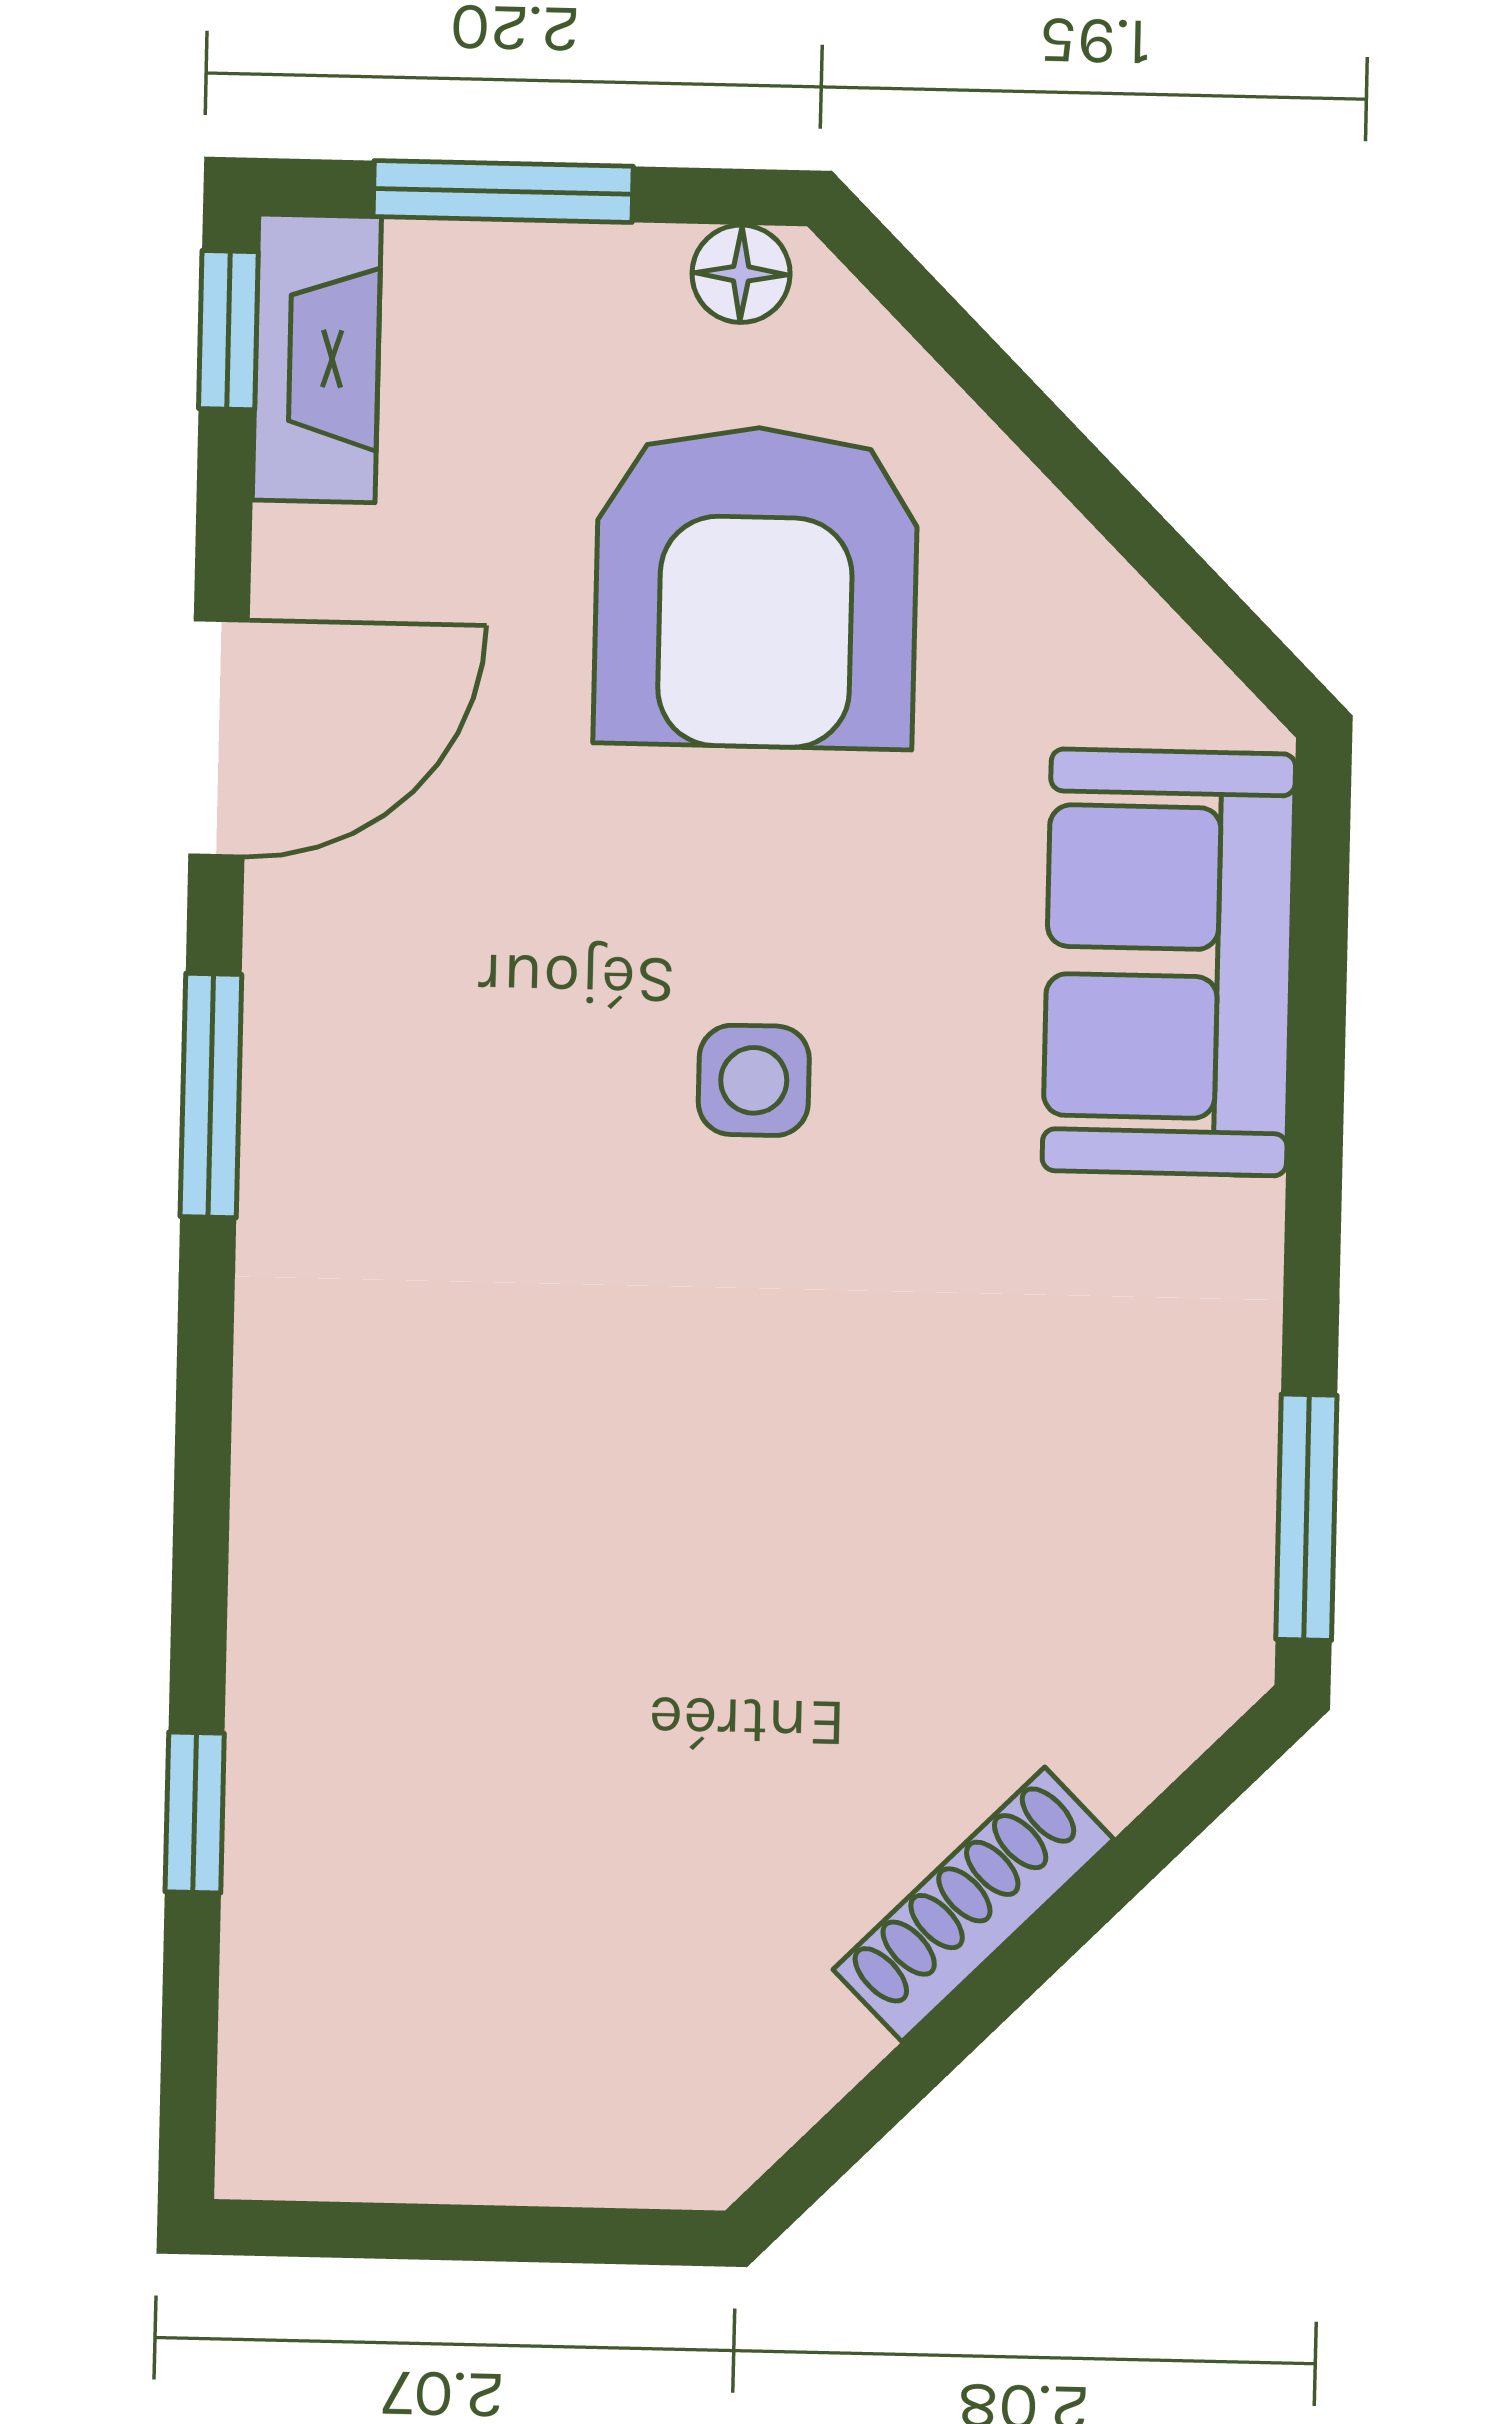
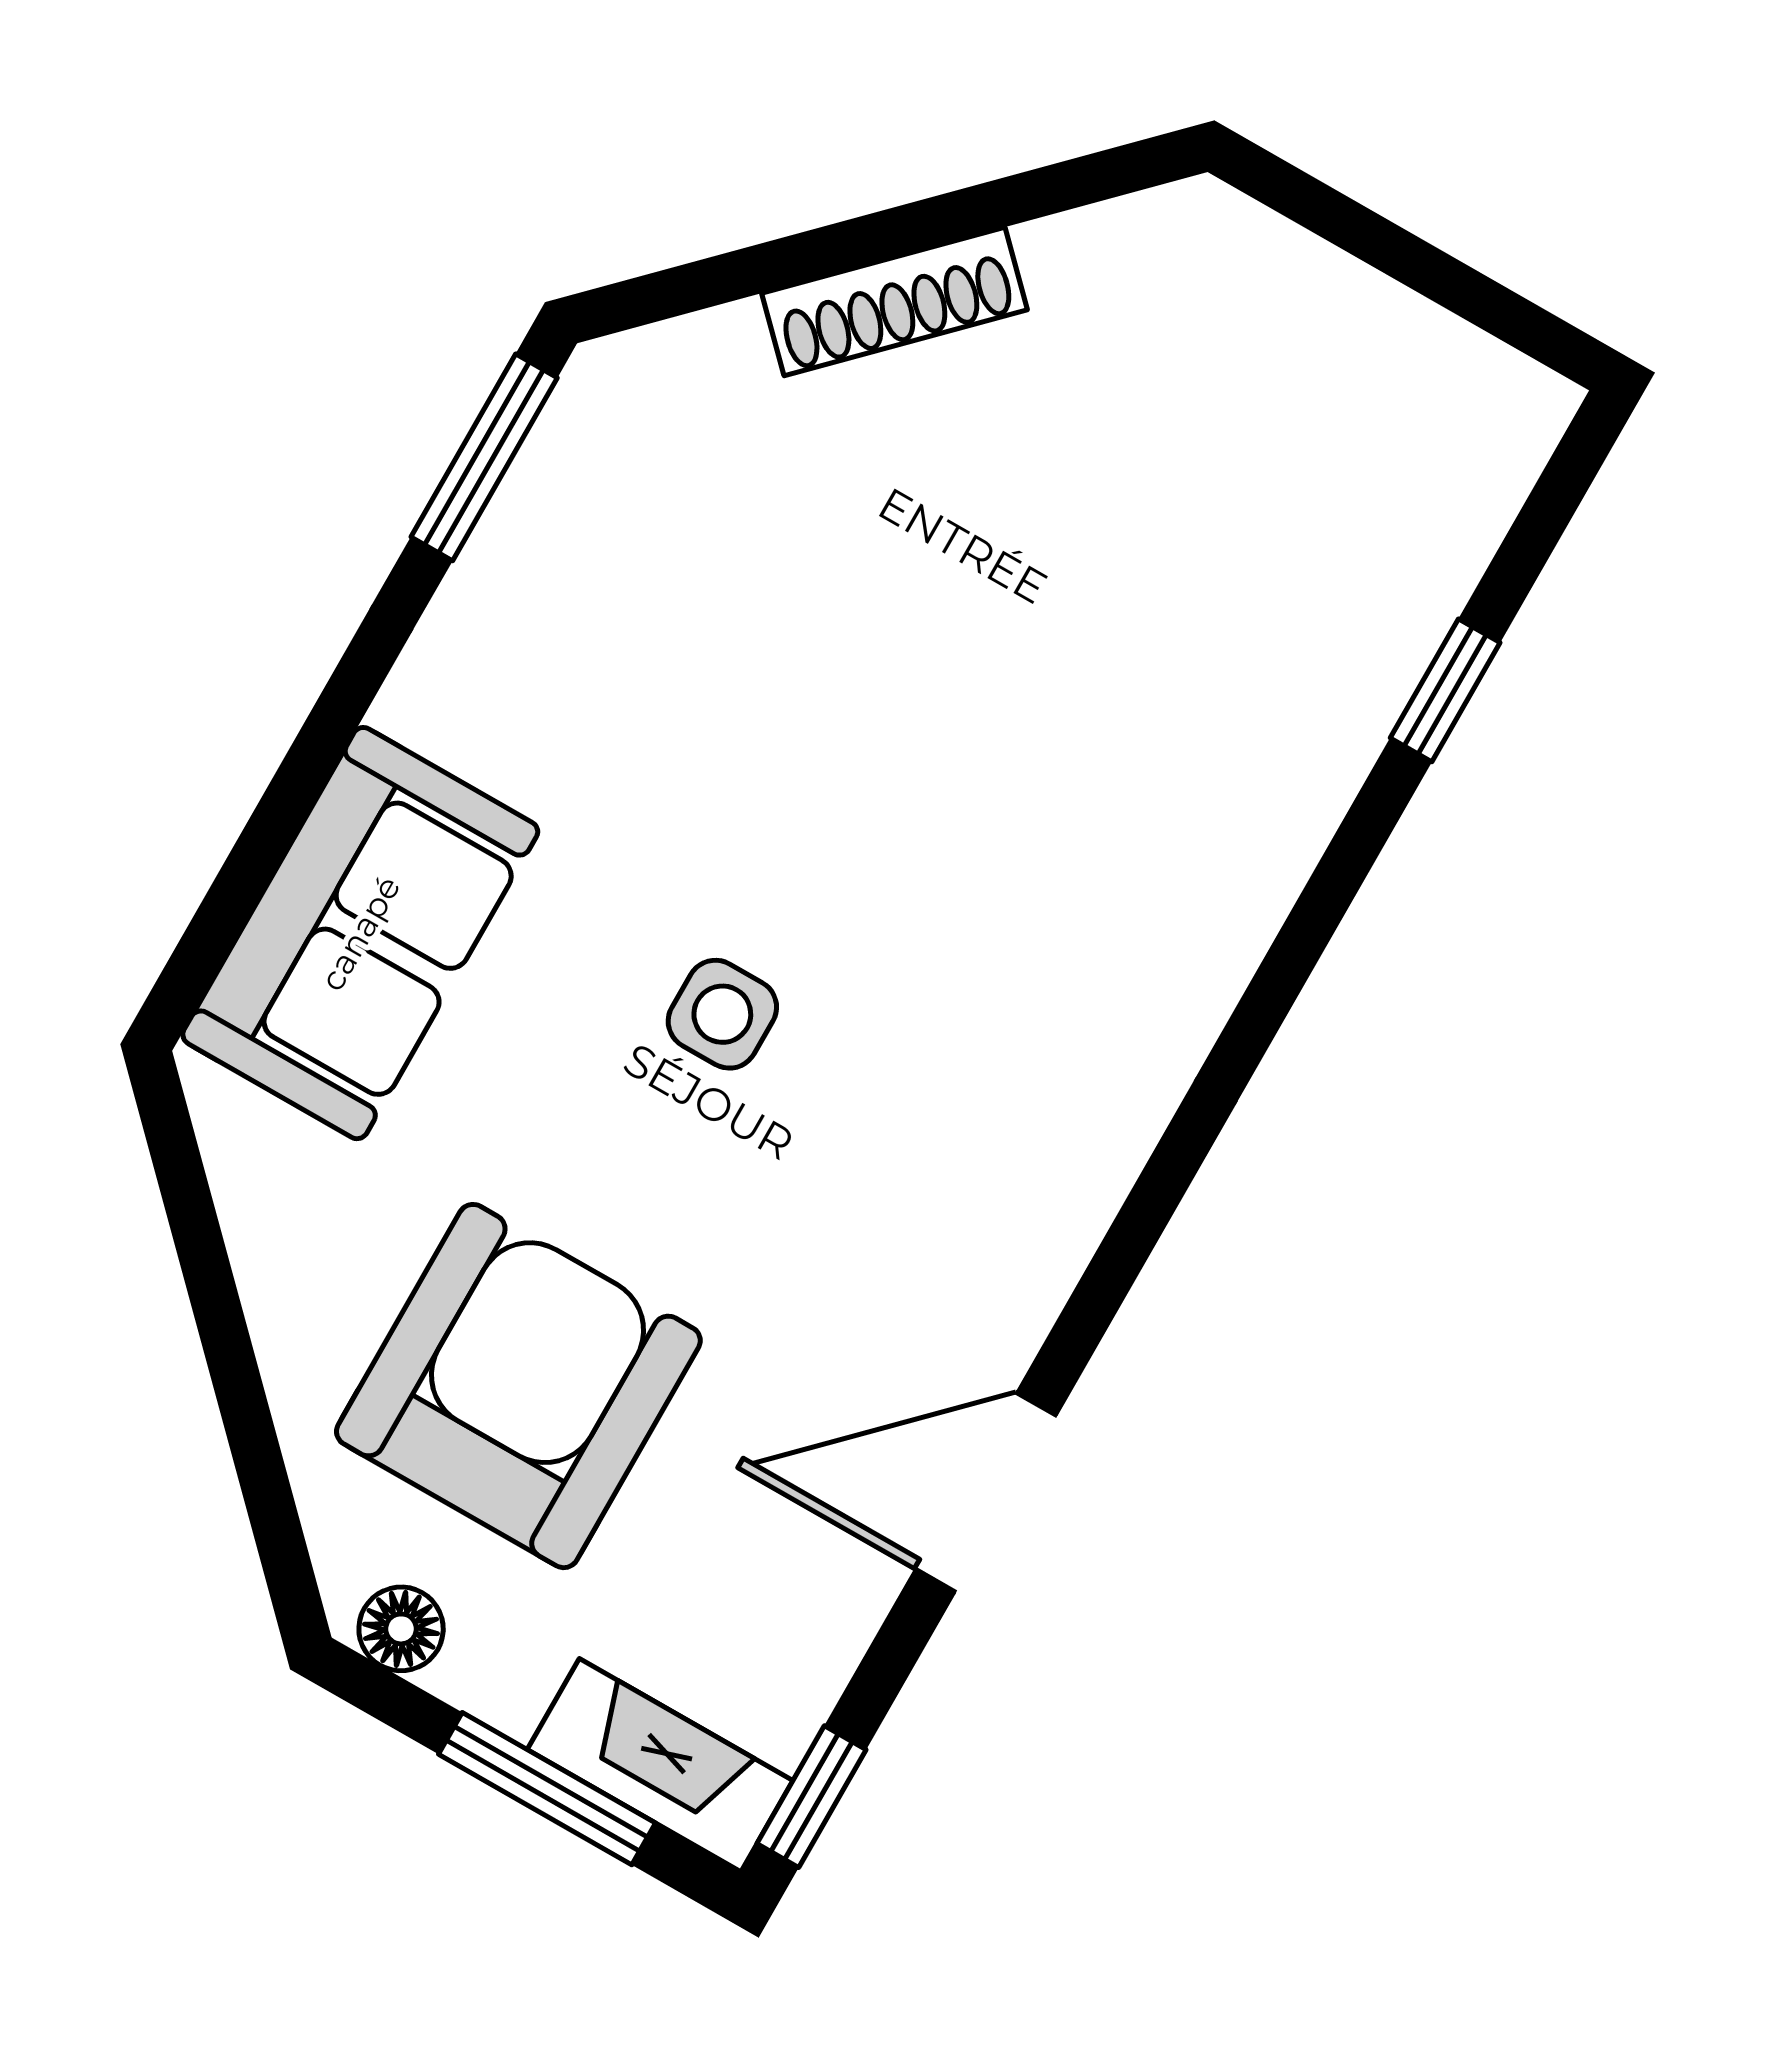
fireplace: (317, 358) -> (660, 1765), moved, turned 90
window: (211, 1096) -> (1139, 1225), removed

